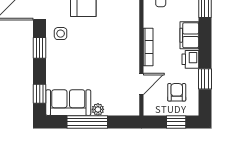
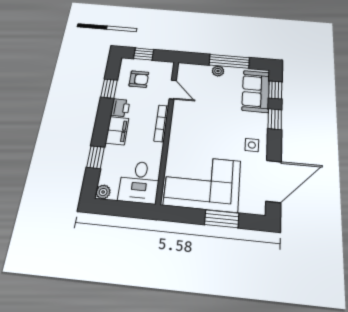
window: (40, 48) -> (275, 119), moved
door: (141, 84) -> (173, 90), swing flipped
armchair: (177, 92) -> (139, 79), turned -90
sofa: (68, 103) -> (256, 91), moved, turned 90

